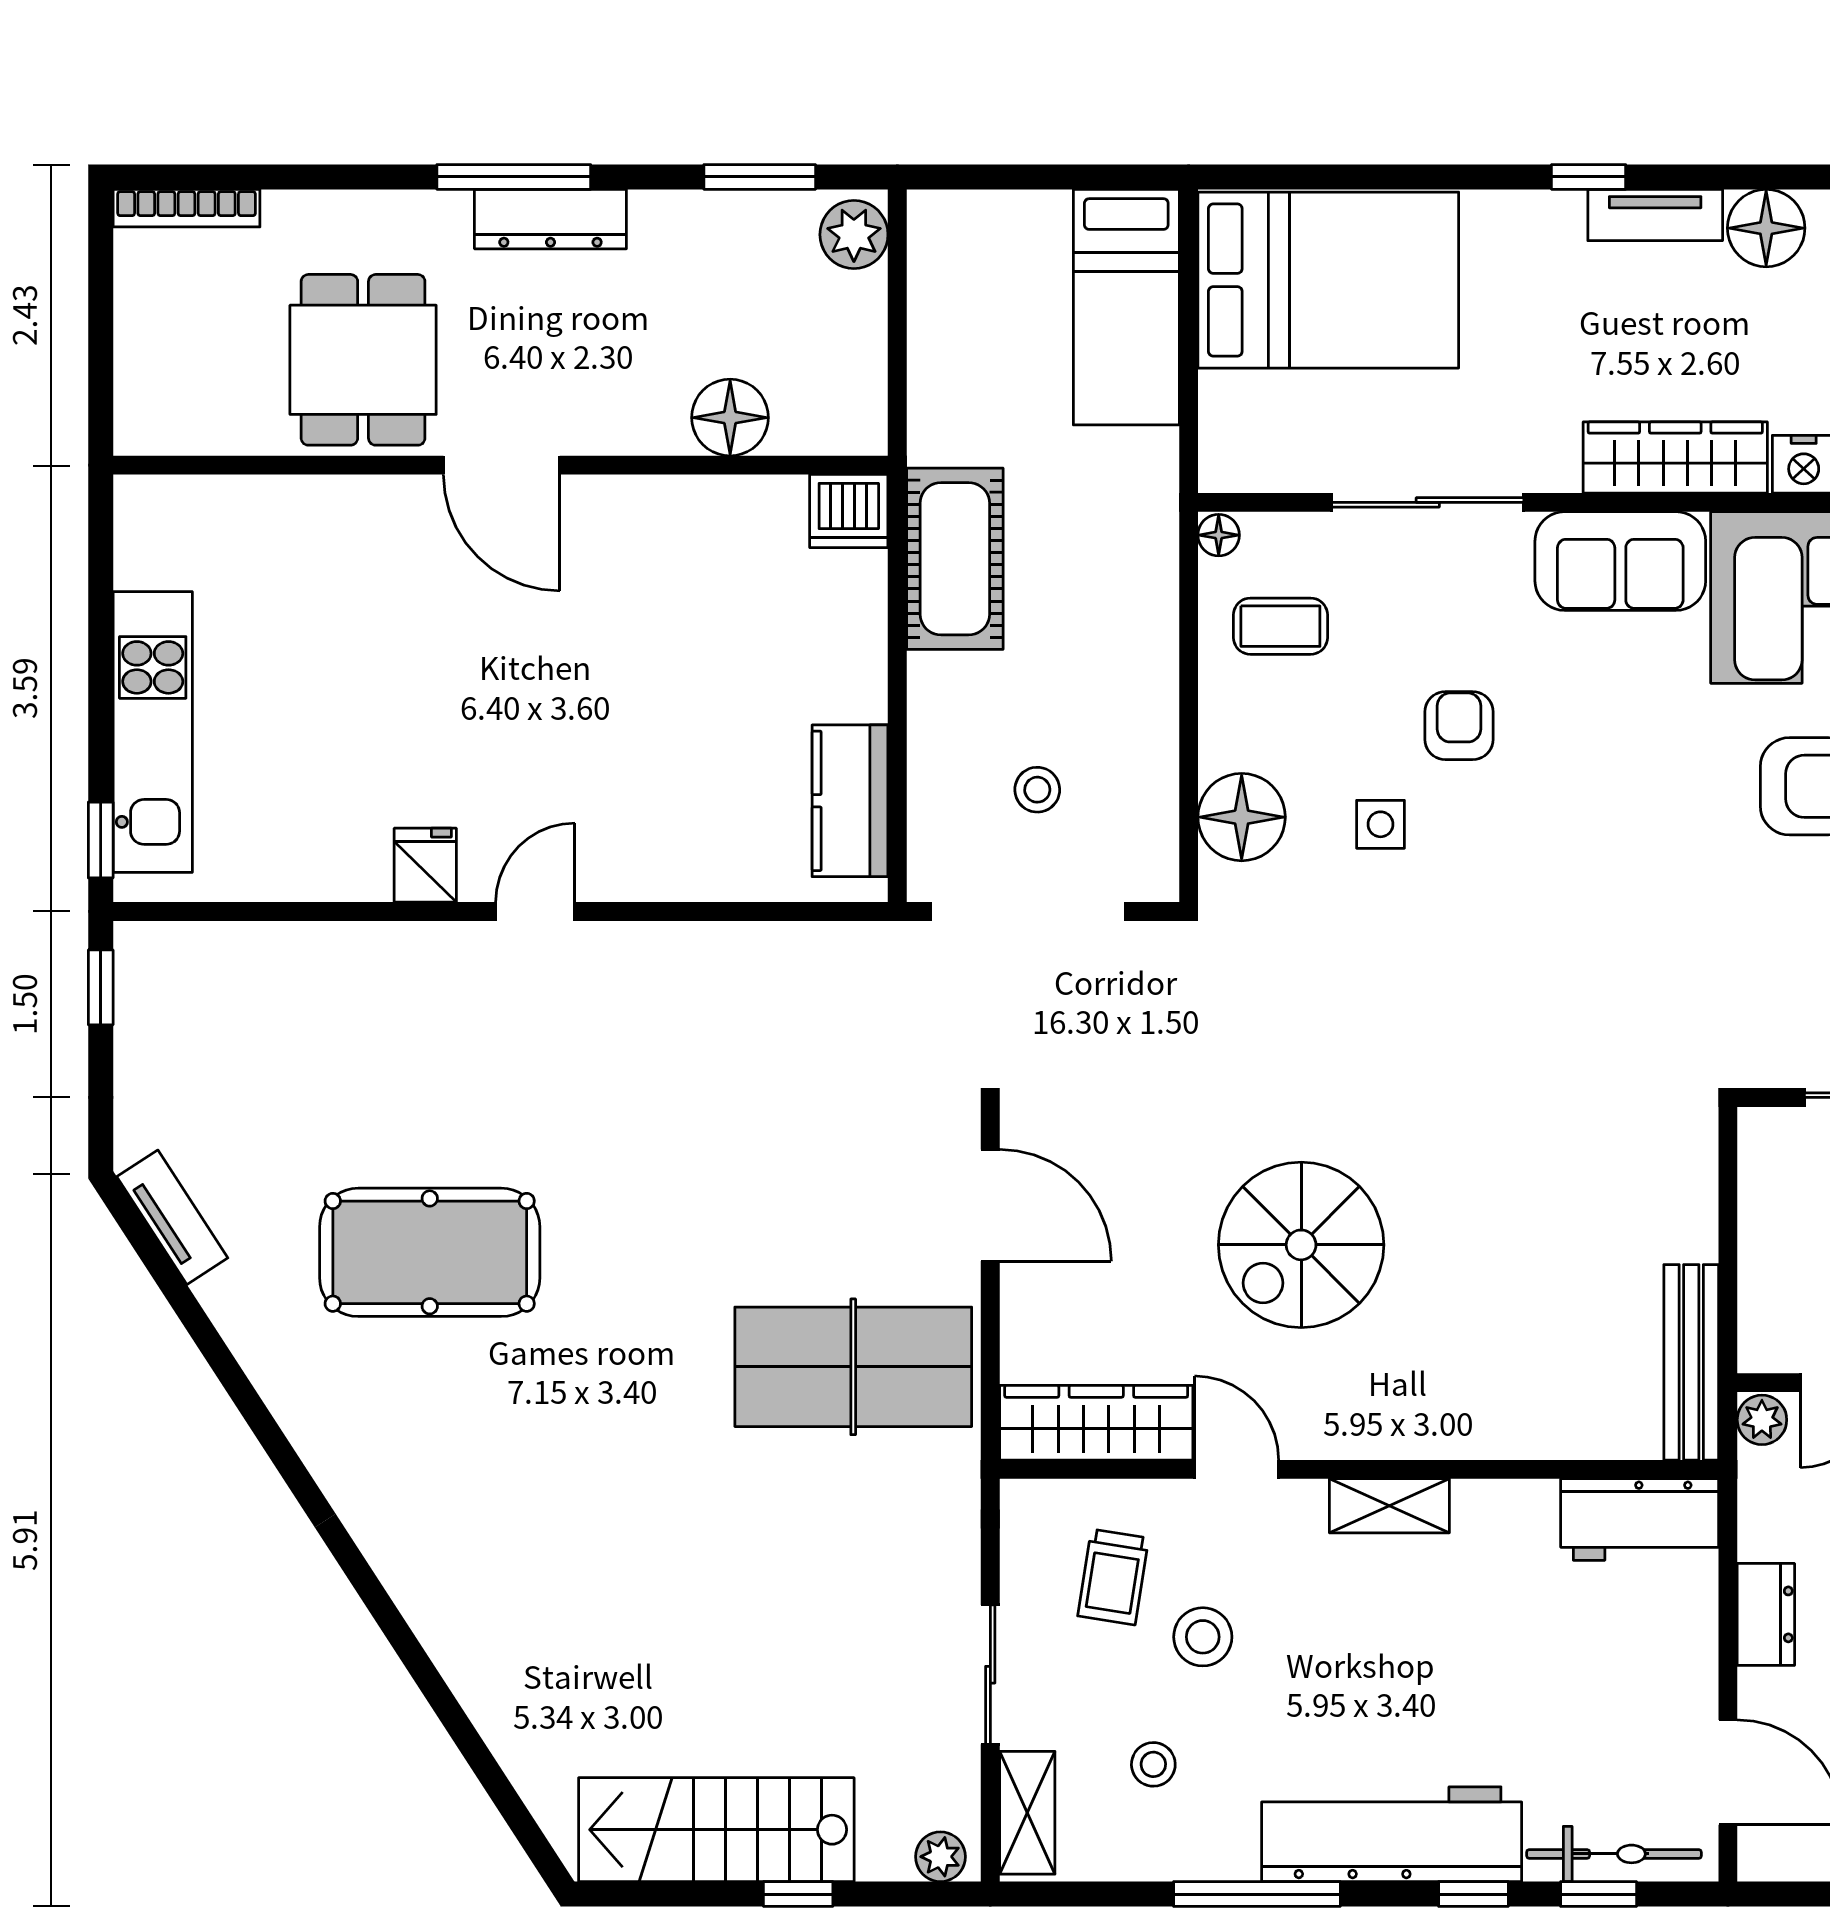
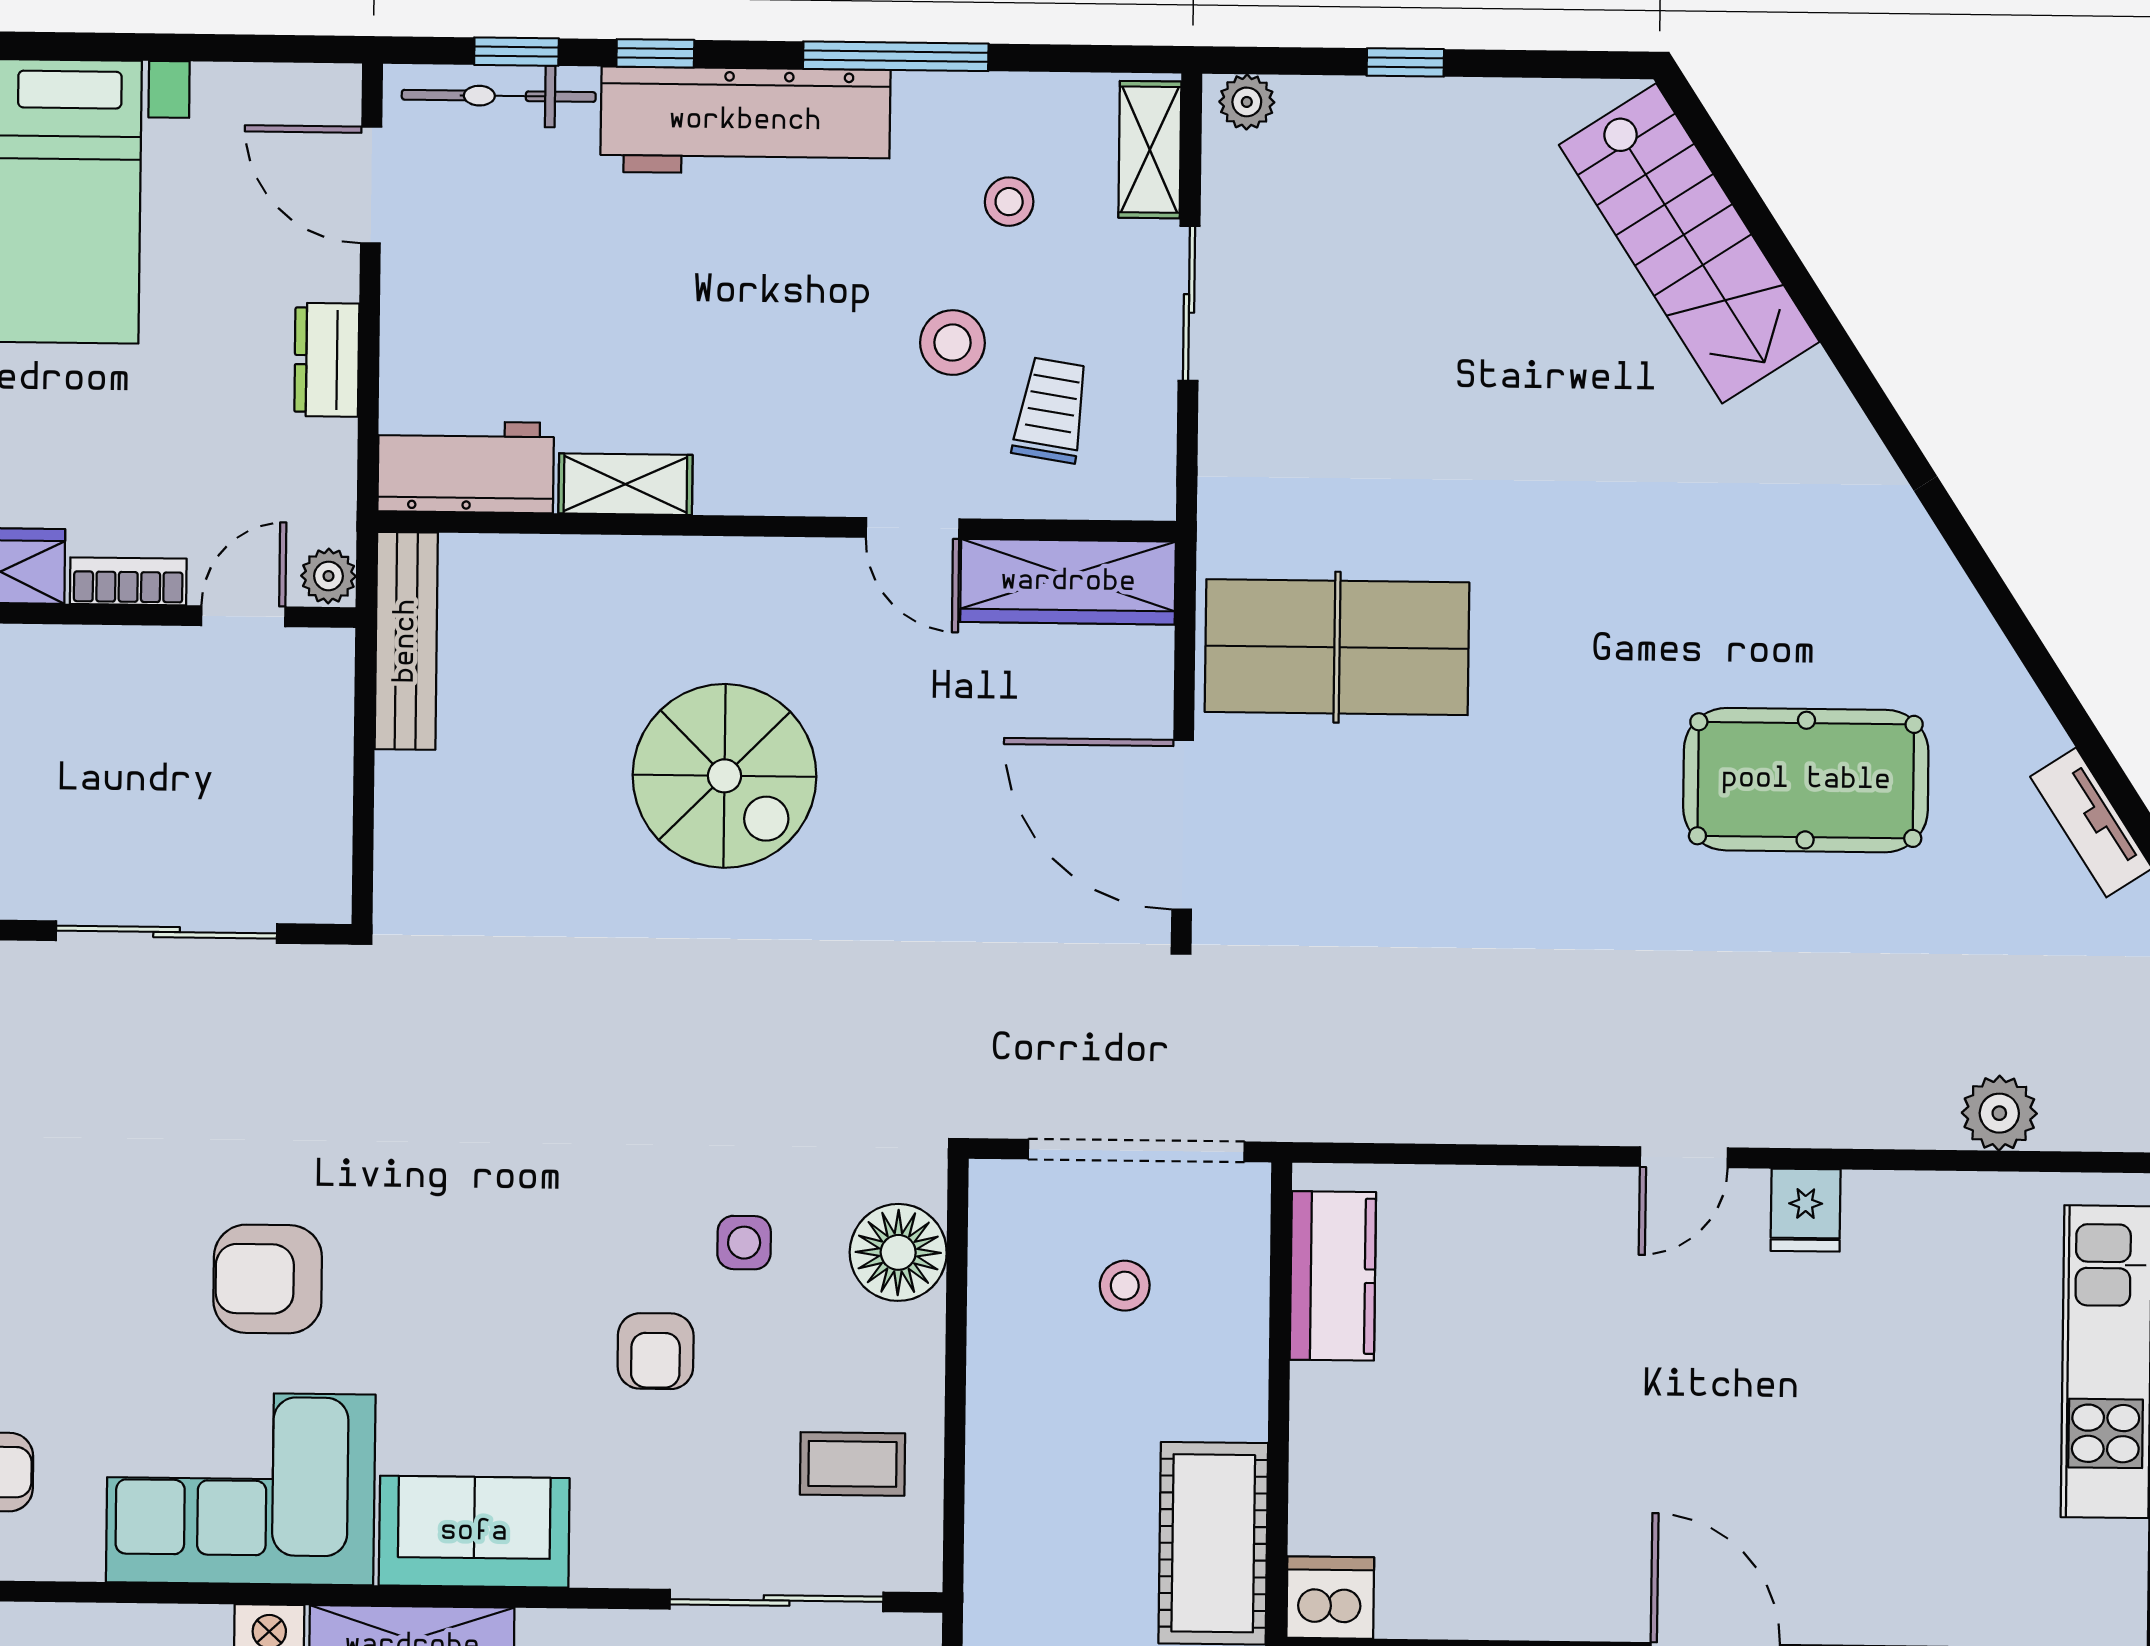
sliding door: (1428, 502) -> (777, 1601), moved
floor lamp: (1219, 535) -> (920, 1566), removed
plant: (252, 955) -> (1999, 1113), added
door: (990, 1205) -> (1183, 825), width x1.36
spiral stairs: (1301, 1245) -> (725, 776), moved, turned 90
shelving: (1389, 1506) -> (625, 484), moved
stairs: (716, 1830) -> (1689, 243), moved, turned 57

